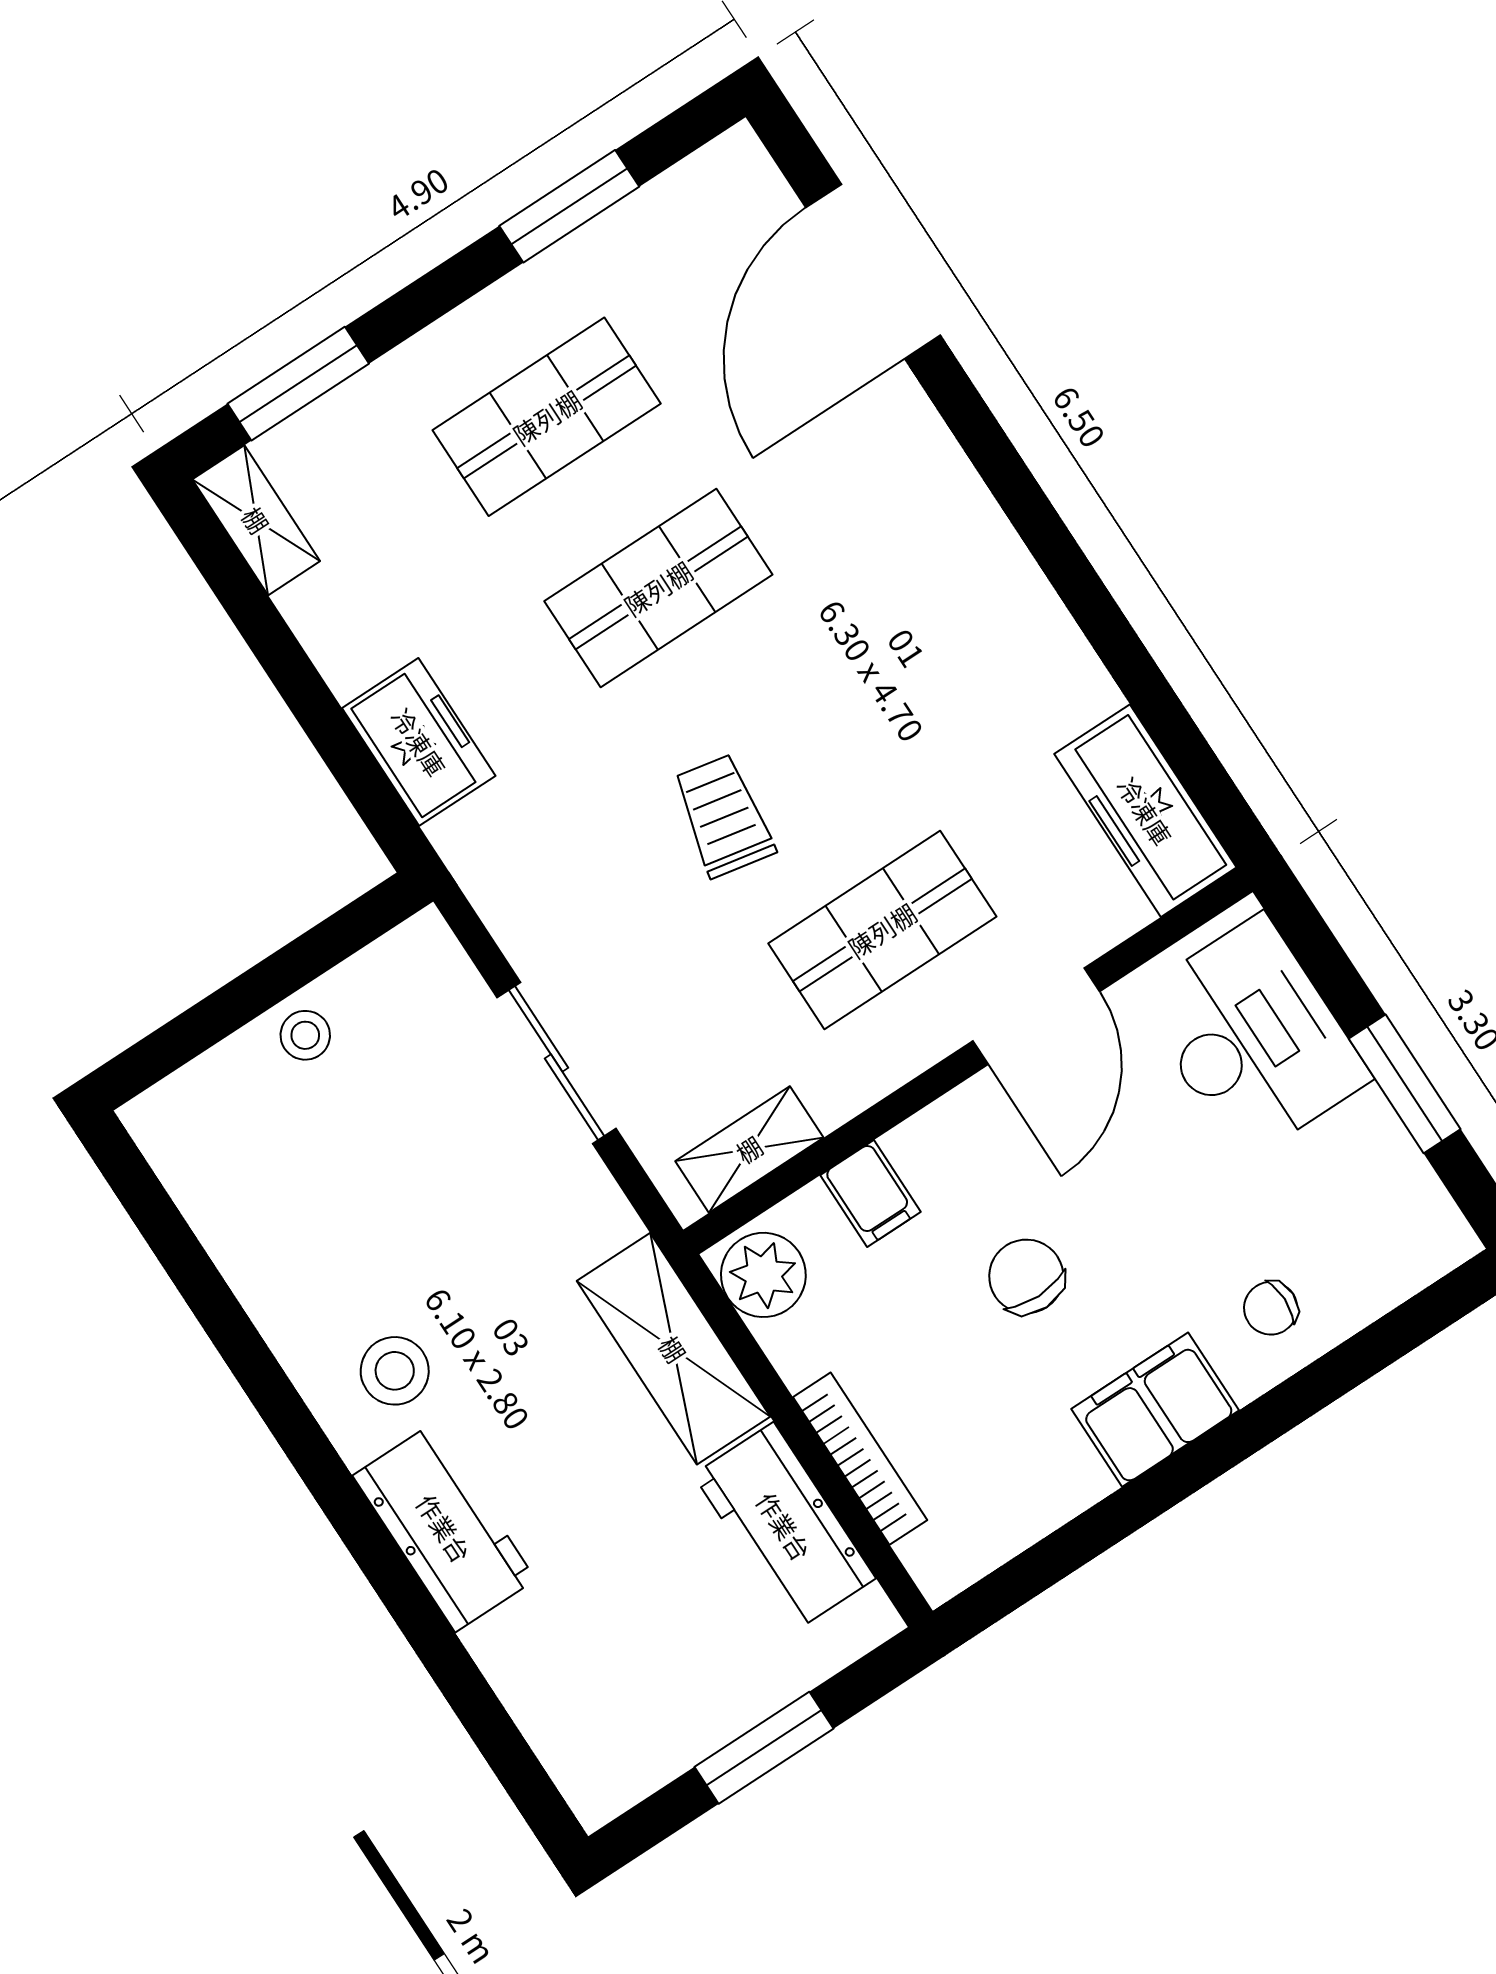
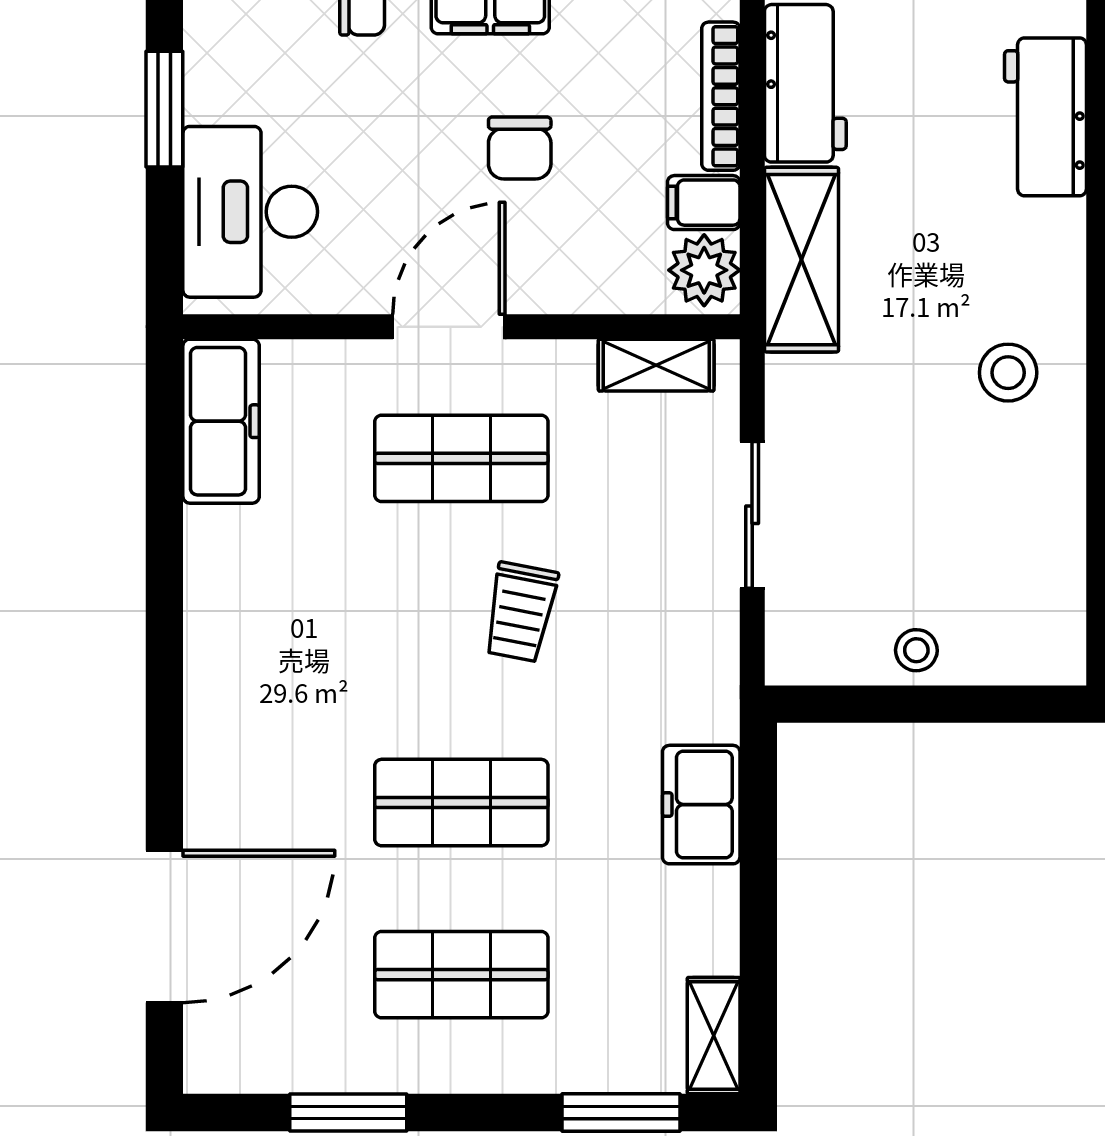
door: (1036, 1016) -> (449, 327), moved
filing cabinet: (870, 1194) -> (704, 203), moved, turned -90
workbench: (444, 1528) -> (1045, 117), moved

